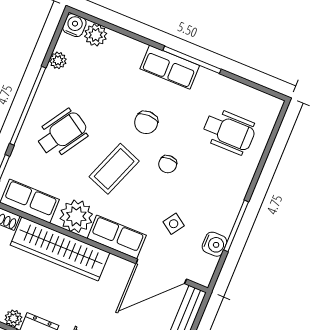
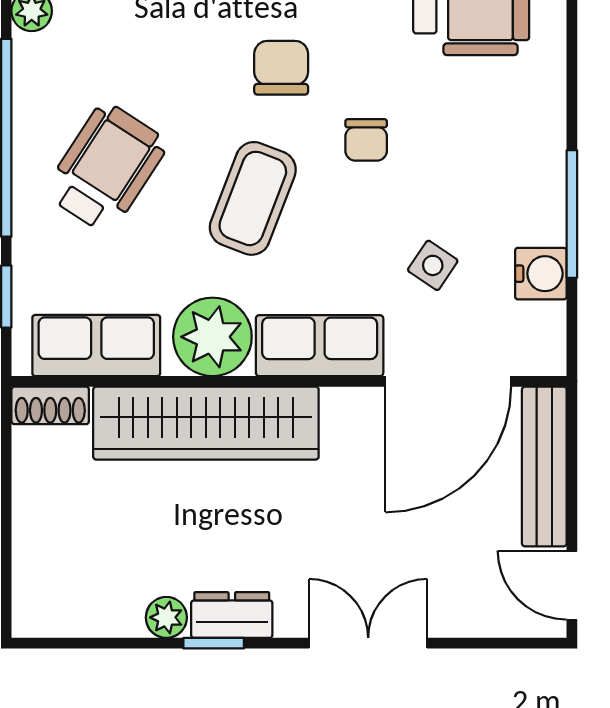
chair: (146, 122) -> (281, 68), turned 180

